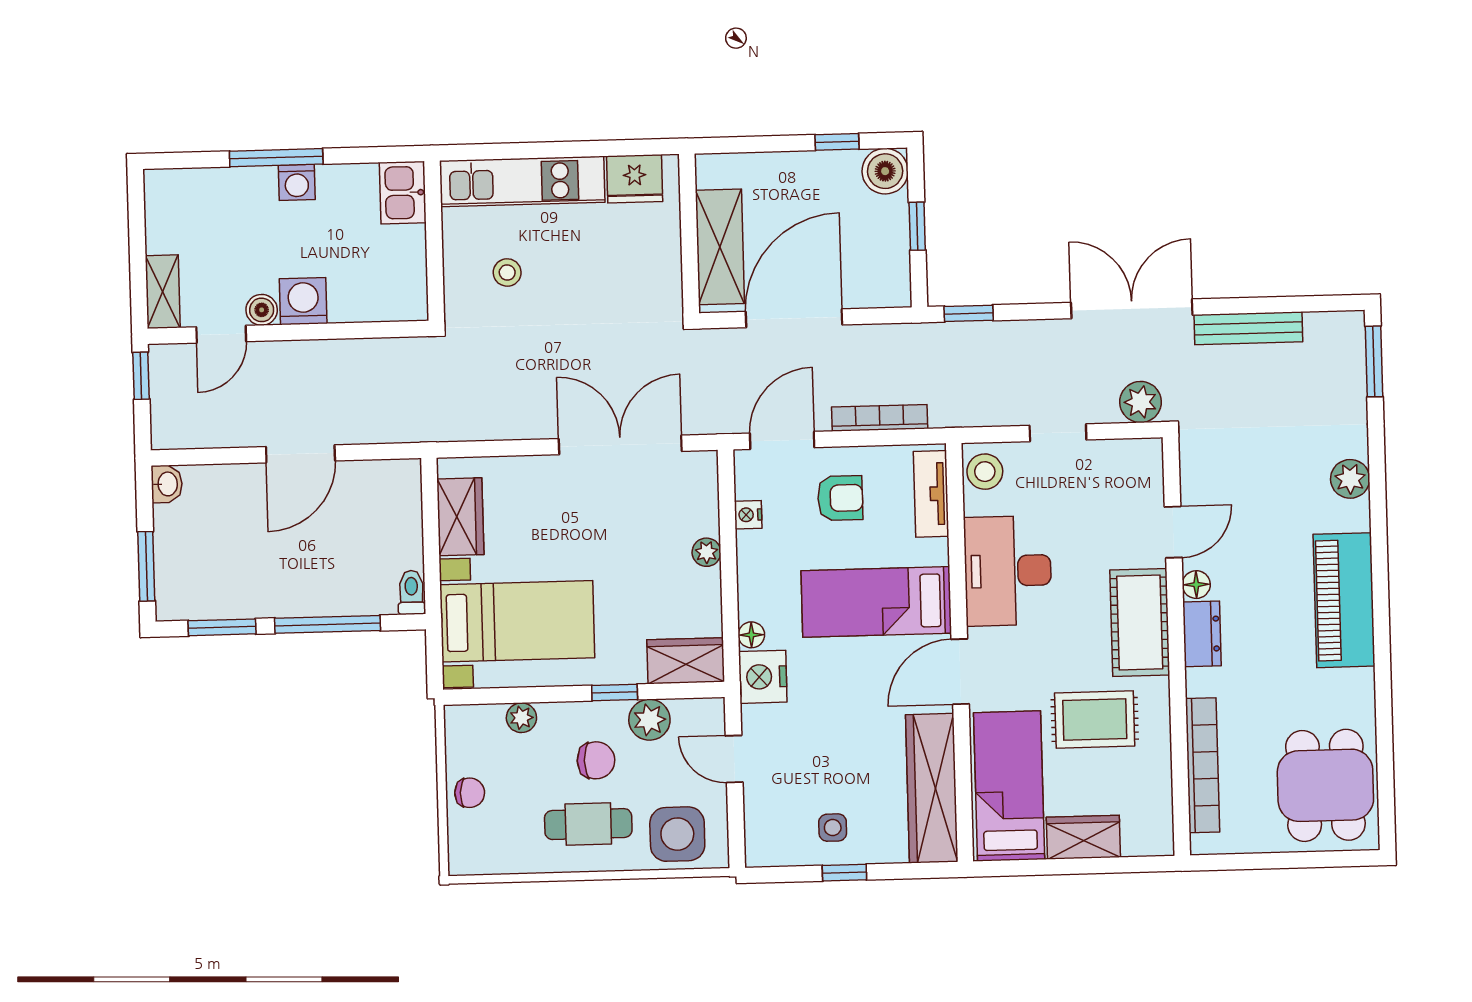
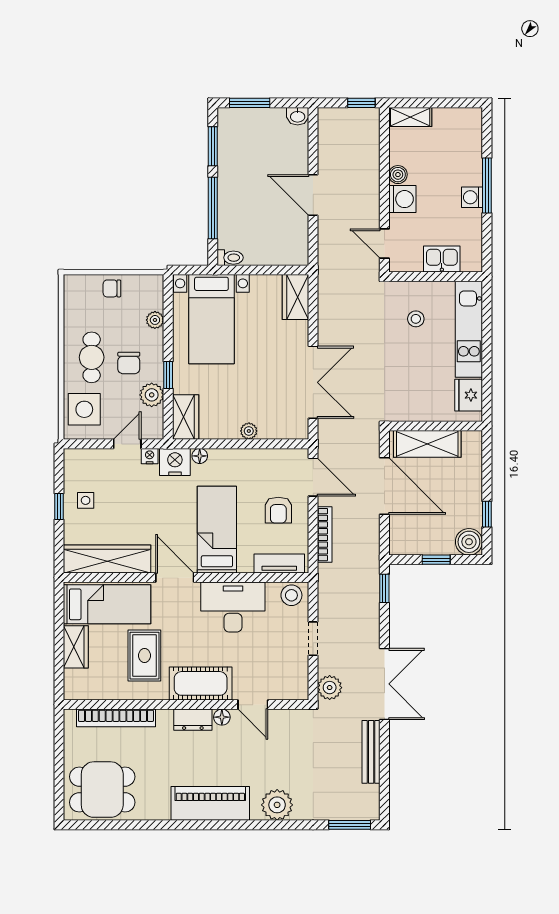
kitchen sink: (403, 193) -> (442, 259), moved
door: (221, 334) -> (384, 244), moved
plant: (1350, 479) -> (277, 805), width x1.36, depth x1.36
nightstand: (748, 515) -> (150, 456), moved
wardrobe: (460, 517) -> (295, 297), moved, turned 90
chair: (470, 793) -> (112, 288), turned 88

